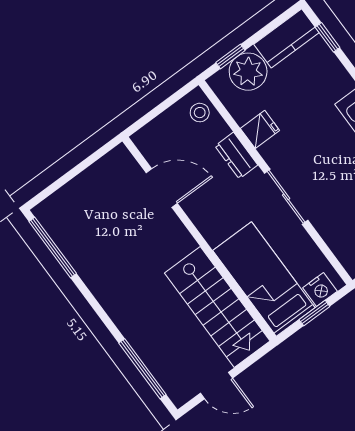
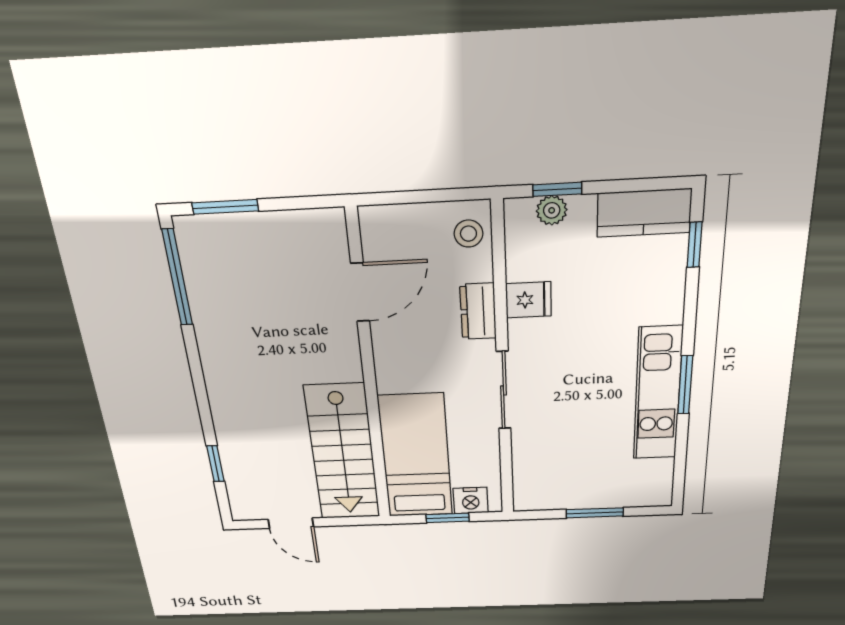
plant: (248, 72) -> (552, 210), width x0.53, depth x0.53
window: (57, 185) -> (225, 207), added
door: (162, 188) -> (360, 292), hinge flipped
window: (142, 369) -> (215, 464), width x0.46

